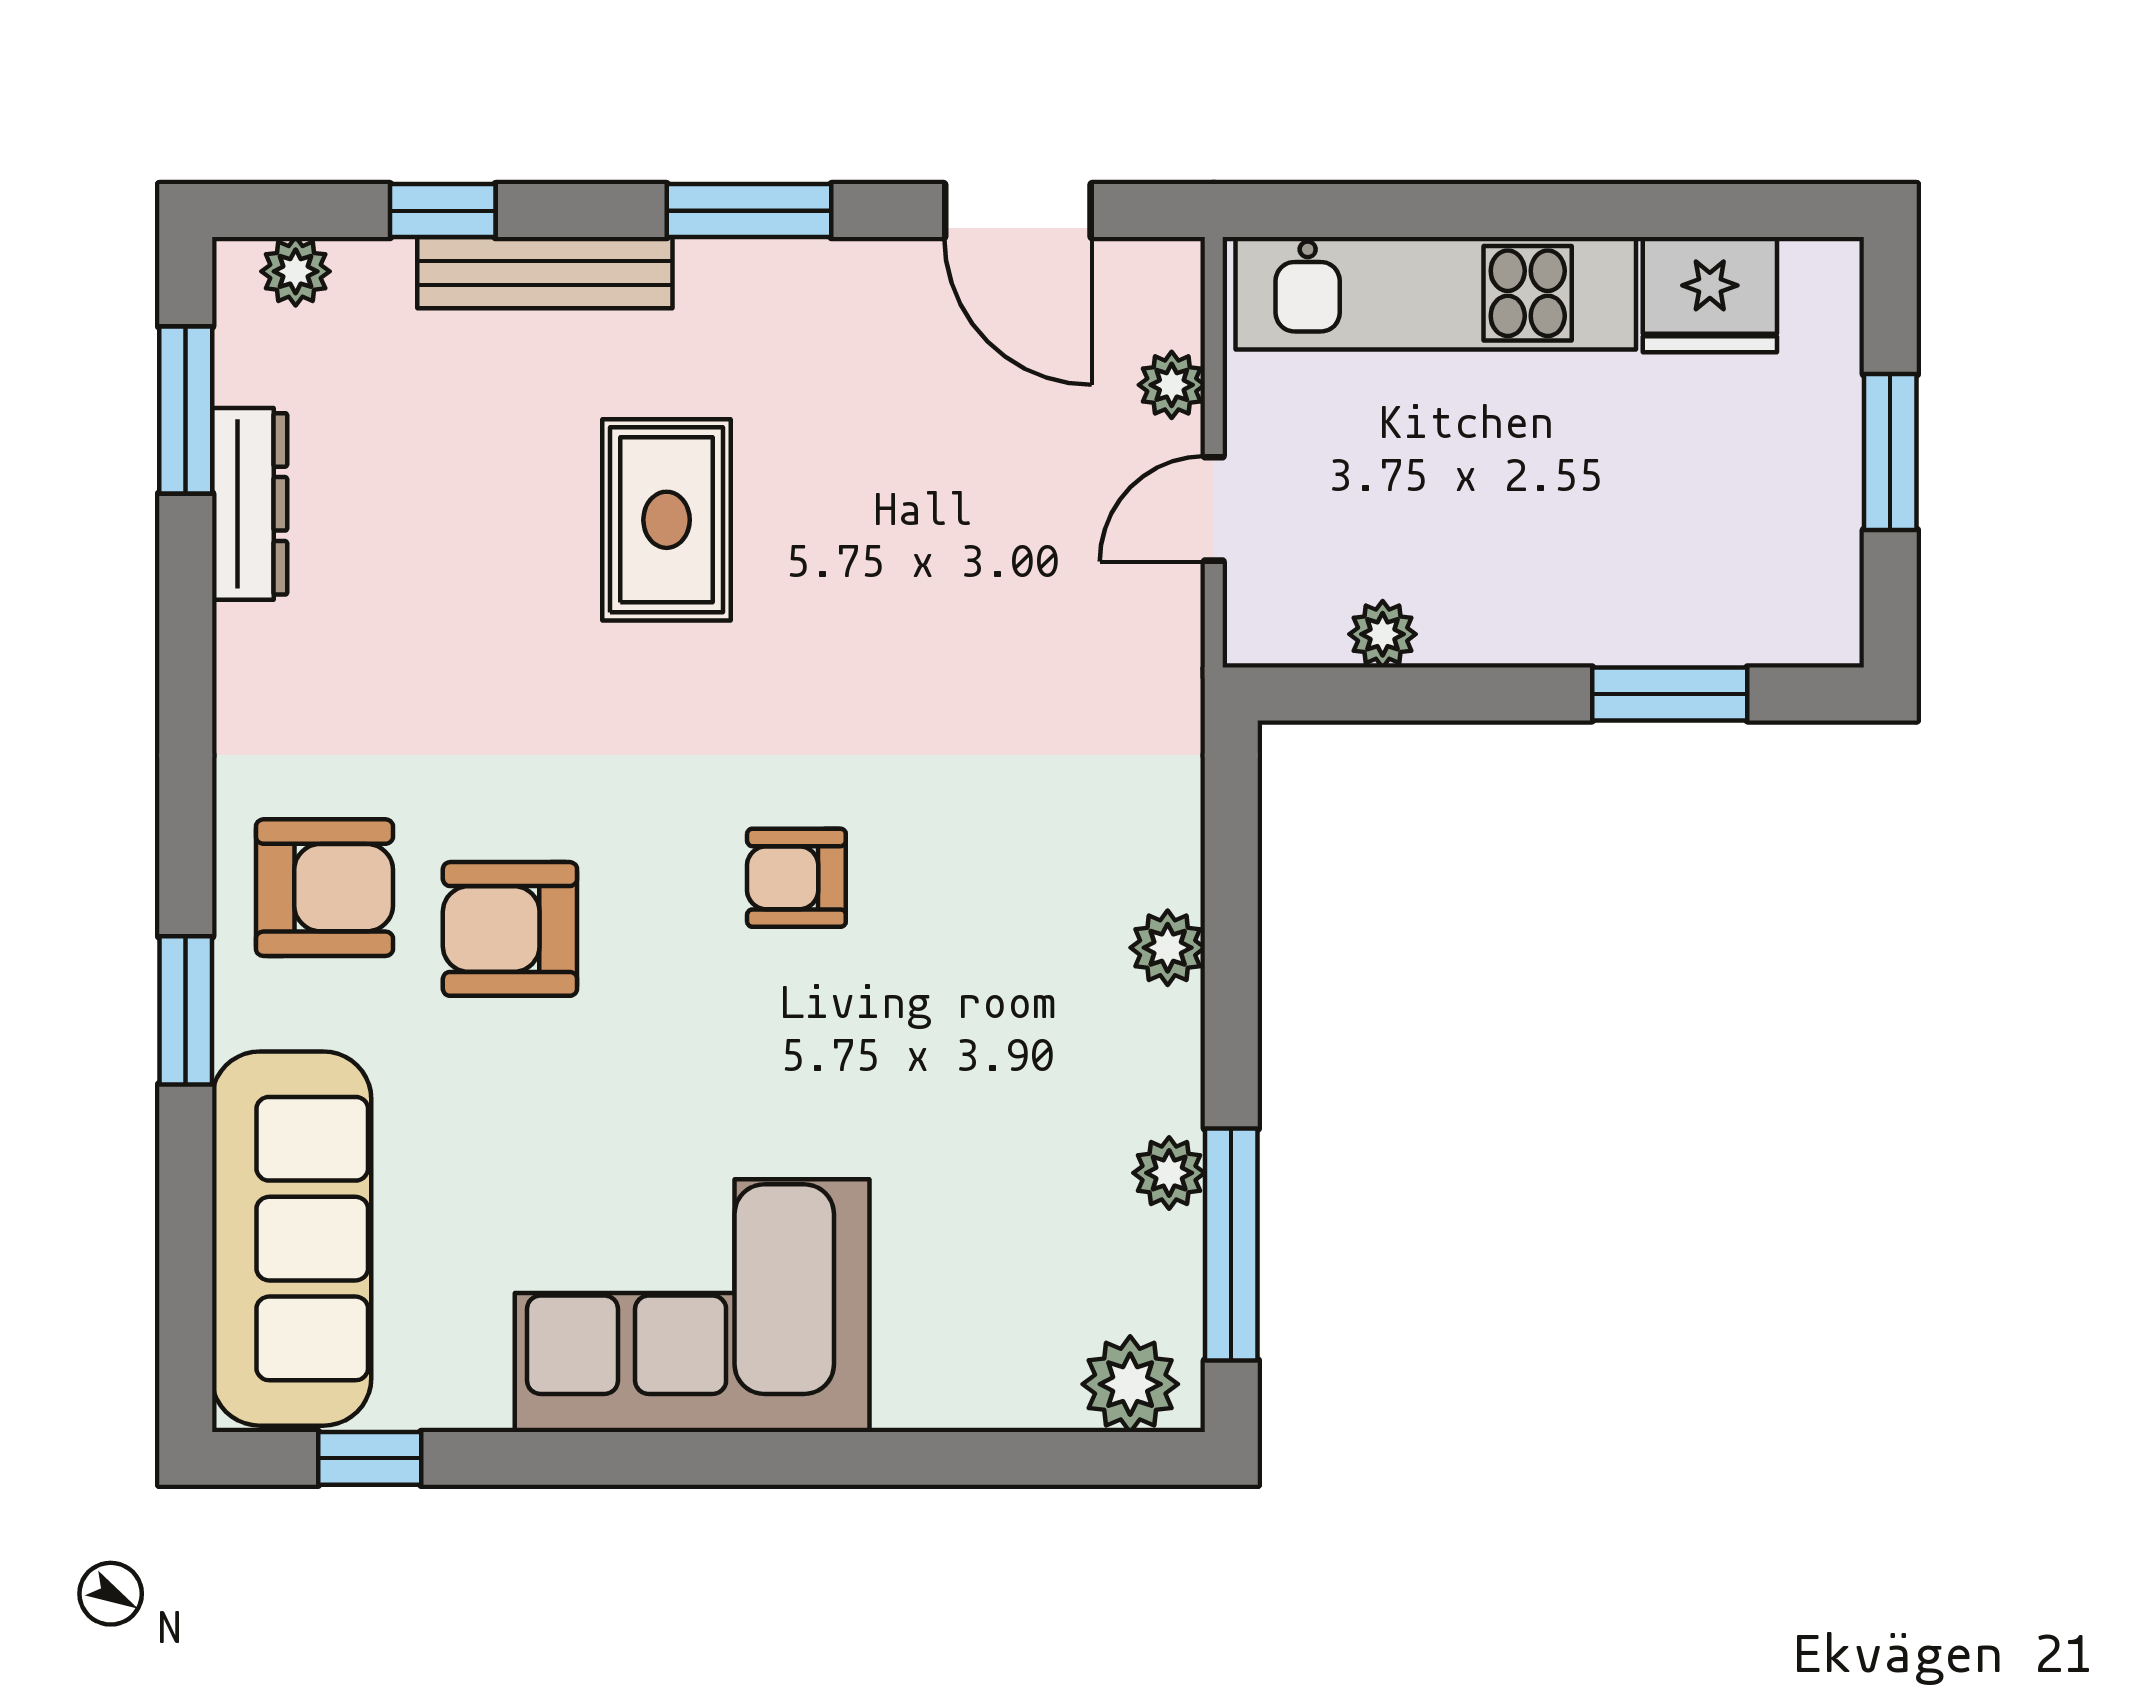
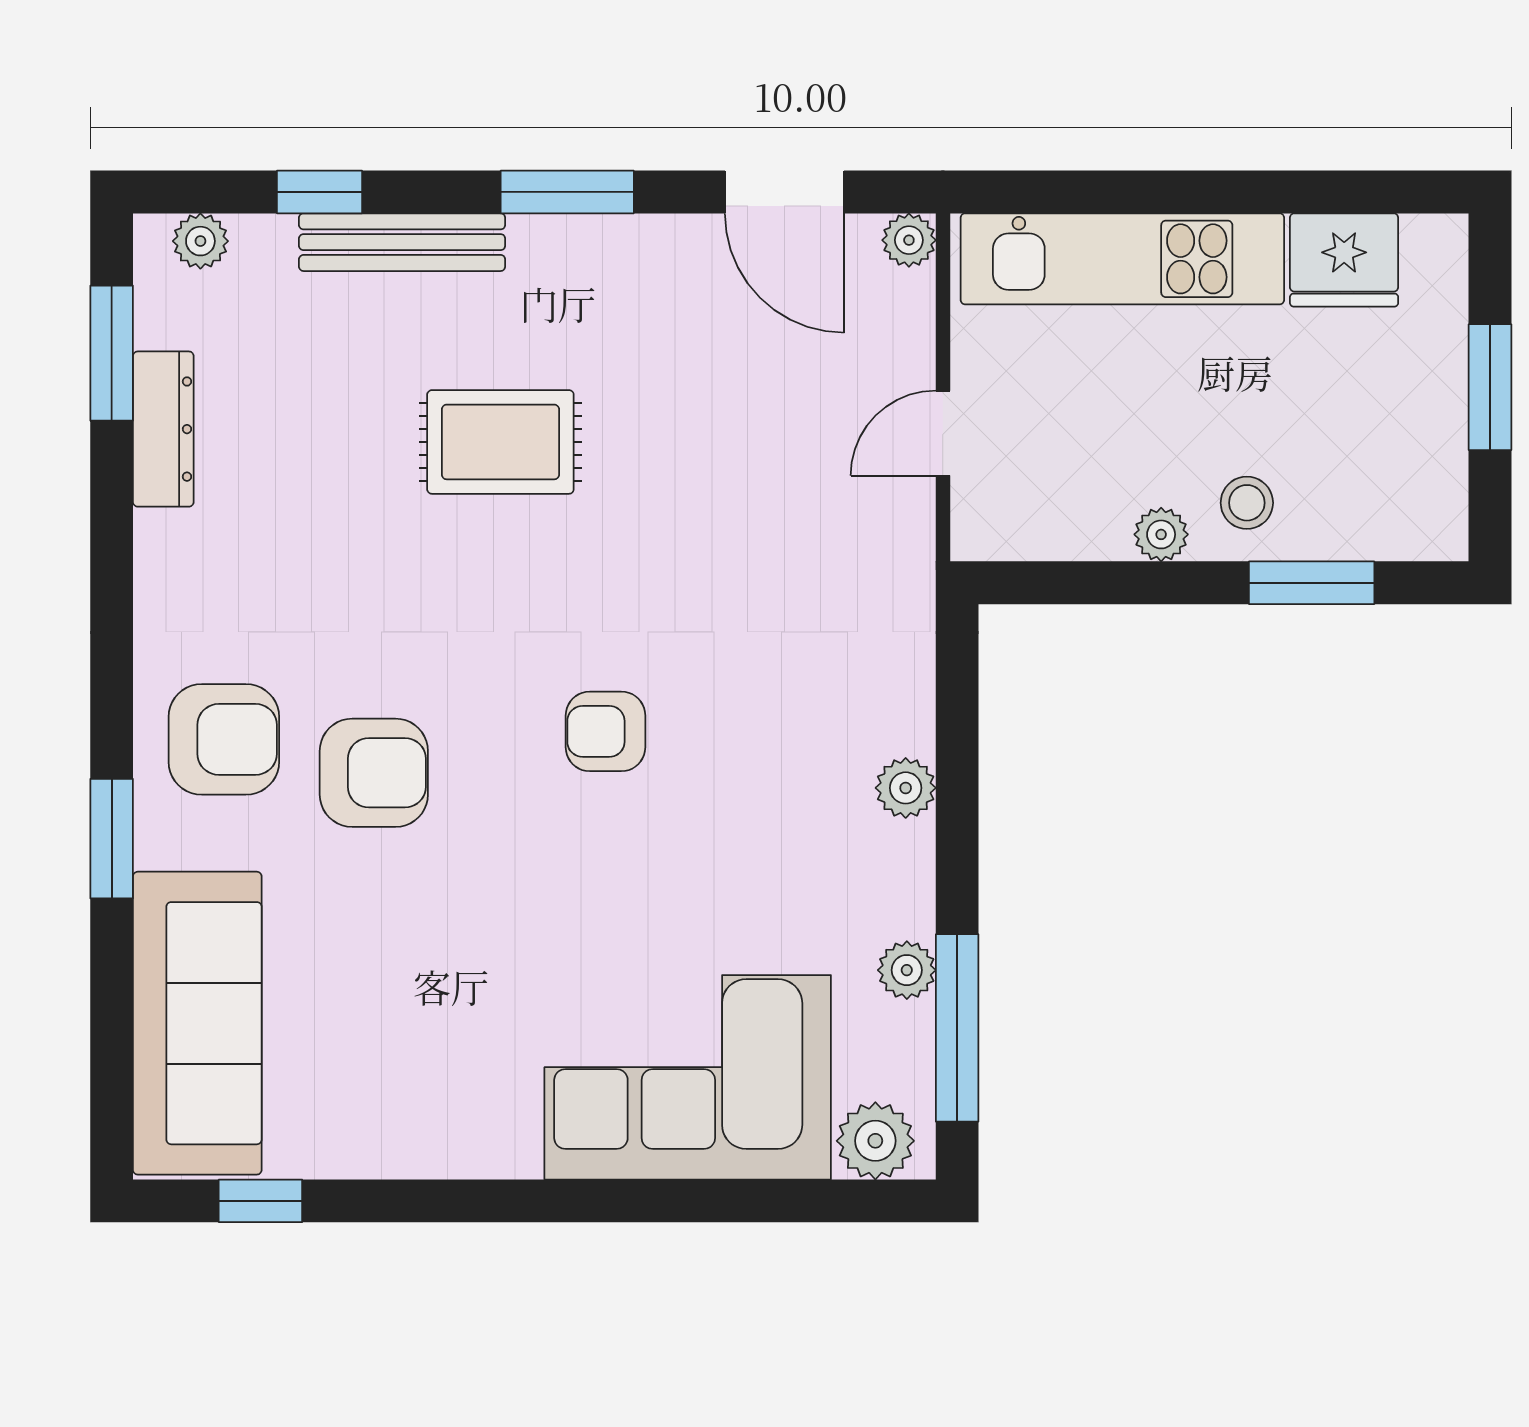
plant: (1172, 385) -> (909, 240), moved
rug: (667, 520) -> (500, 442), turned 90
stool: (1590, 595) -> (1247, 503), added
plant: (1383, 634) -> (1161, 534), moved
armchair: (510, 929) -> (374, 773), turned 180
corner sofa: (692, 1306) -> (688, 1077), moved

